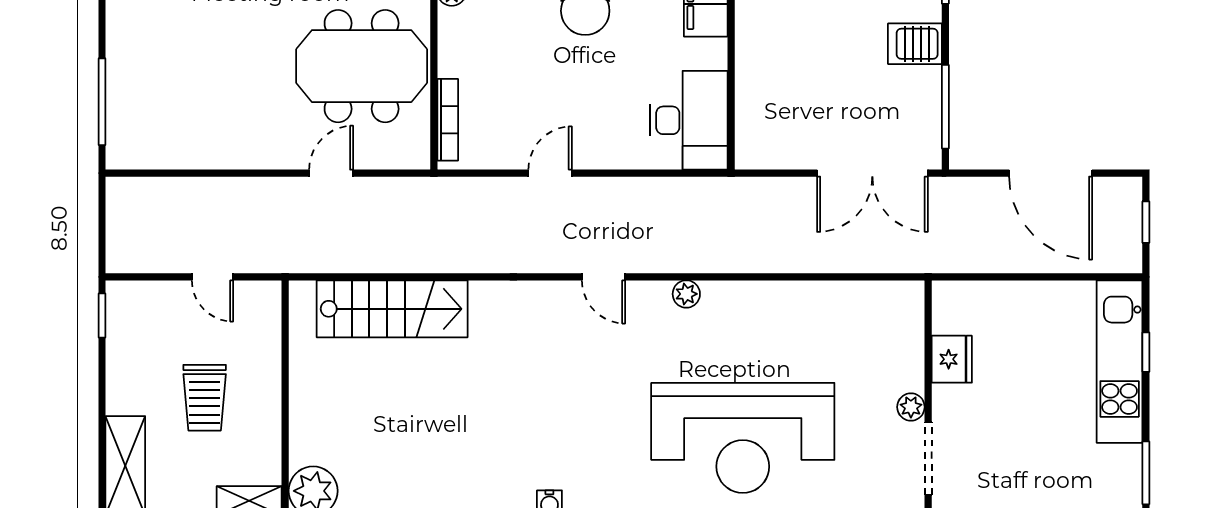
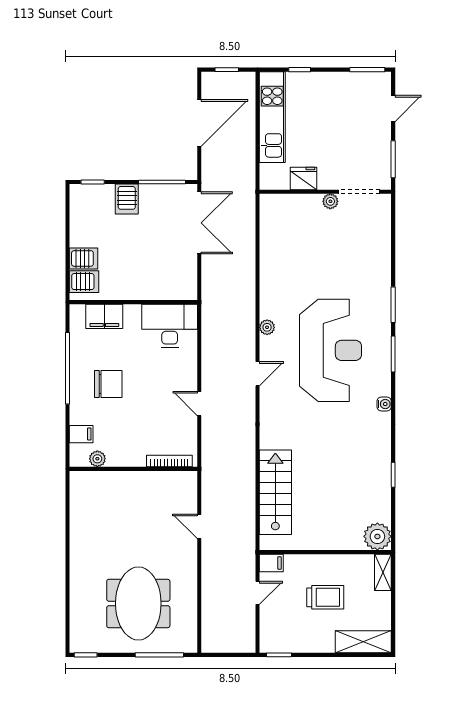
meeting table: (362, 66) -> (138, 604), moved
filing cabinet: (266, 301) -> (271, 563), added
kitchen unit: (1120, 362) -> (272, 117), moved, turned -90
reception desk: (743, 438) -> (331, 350), moved

